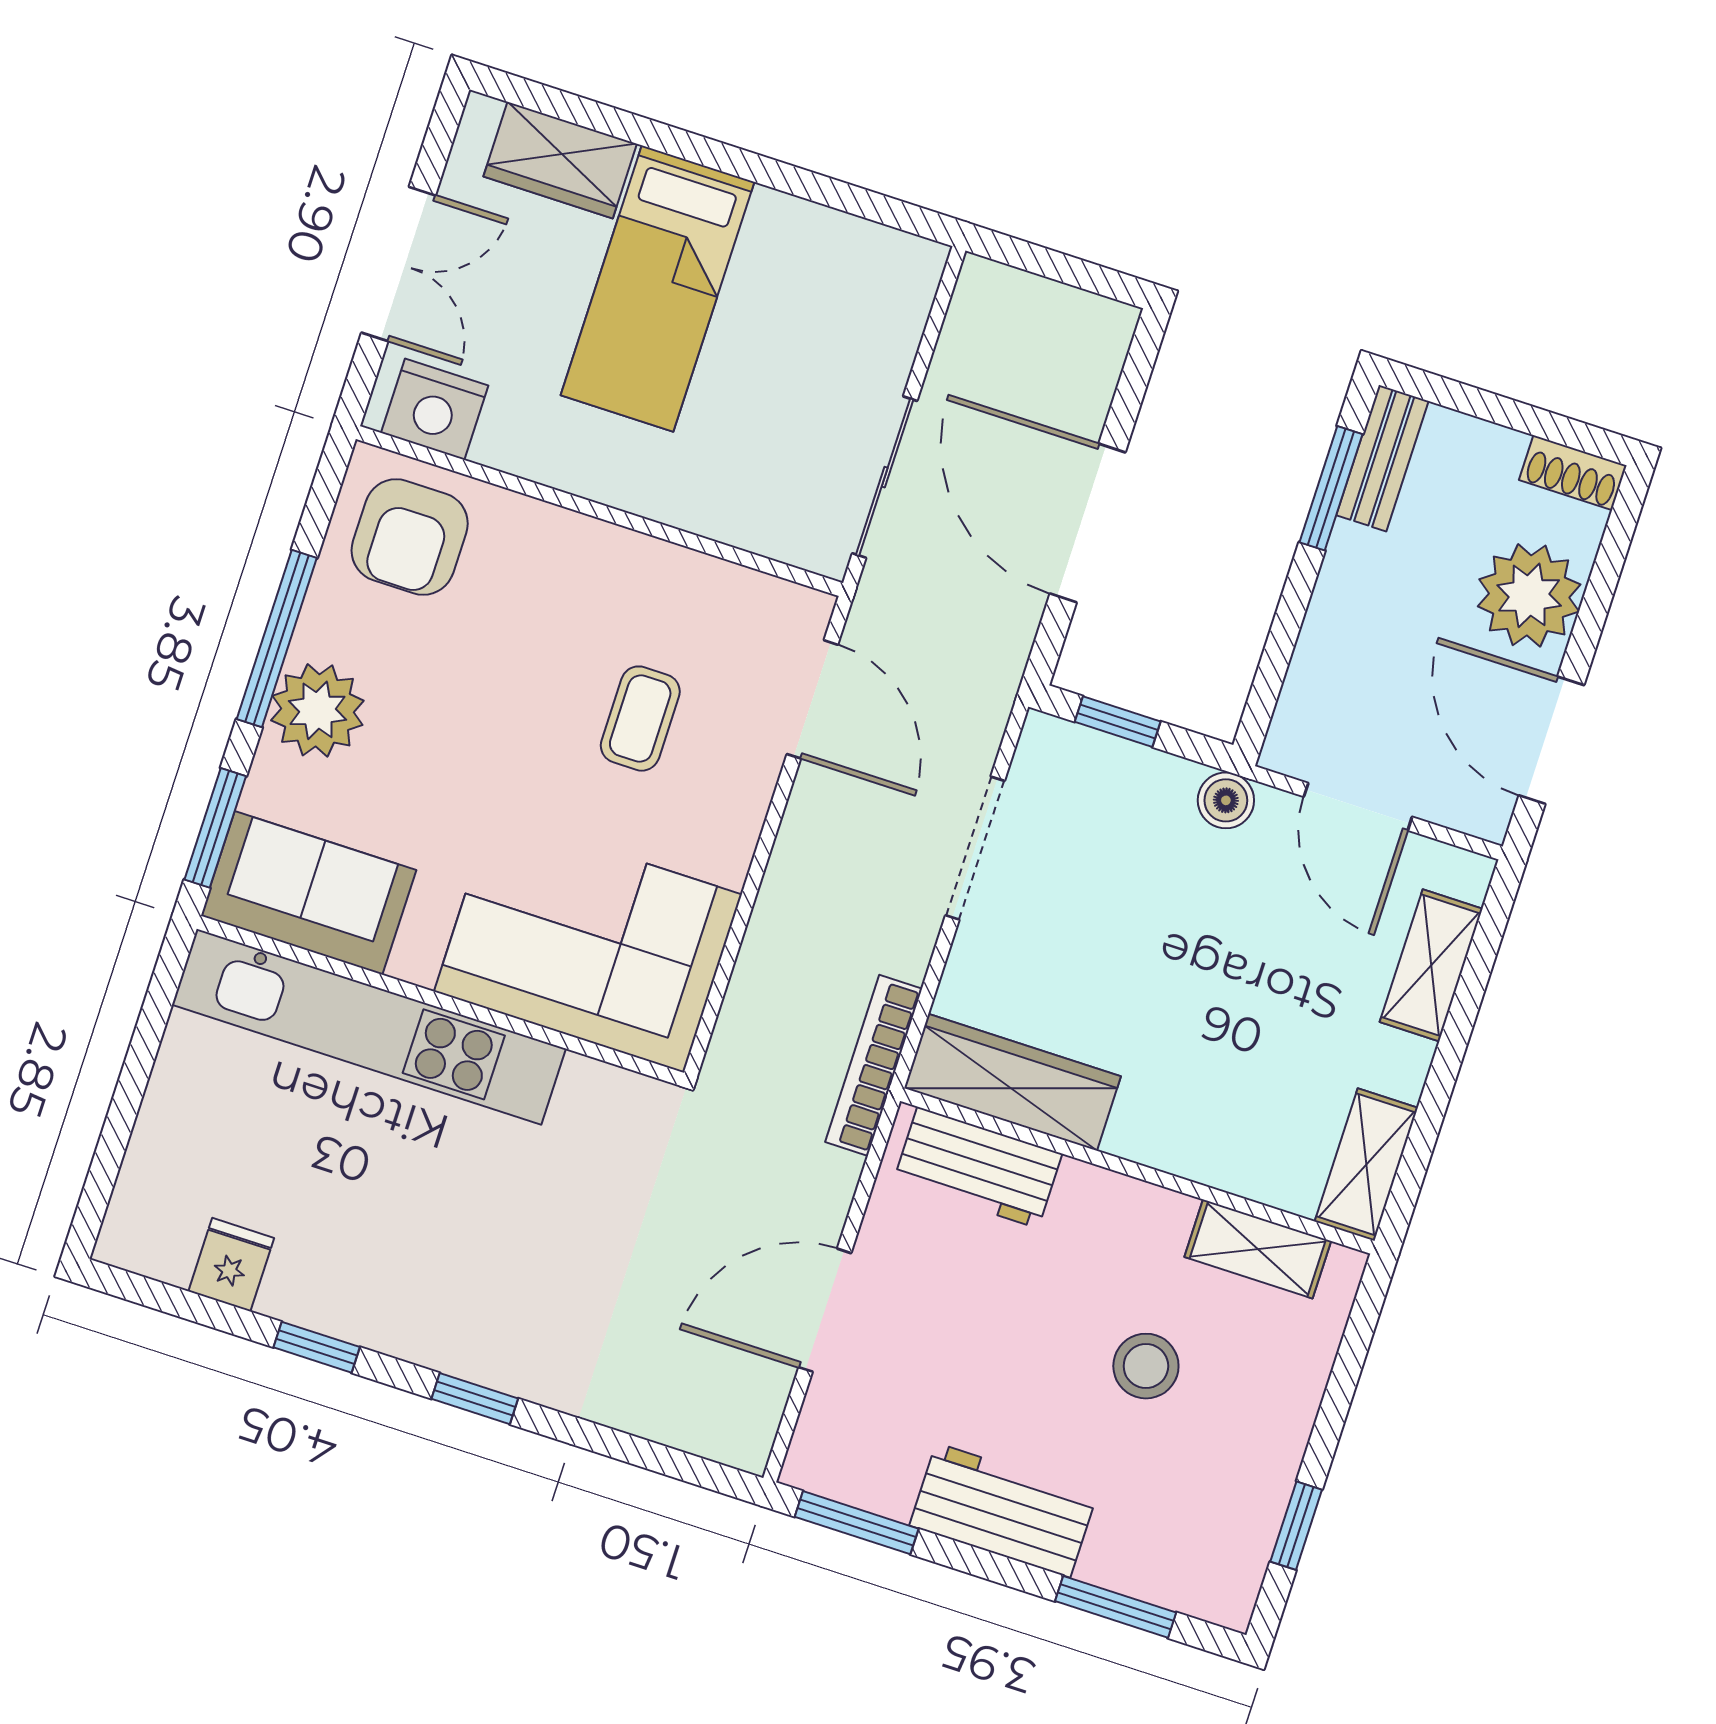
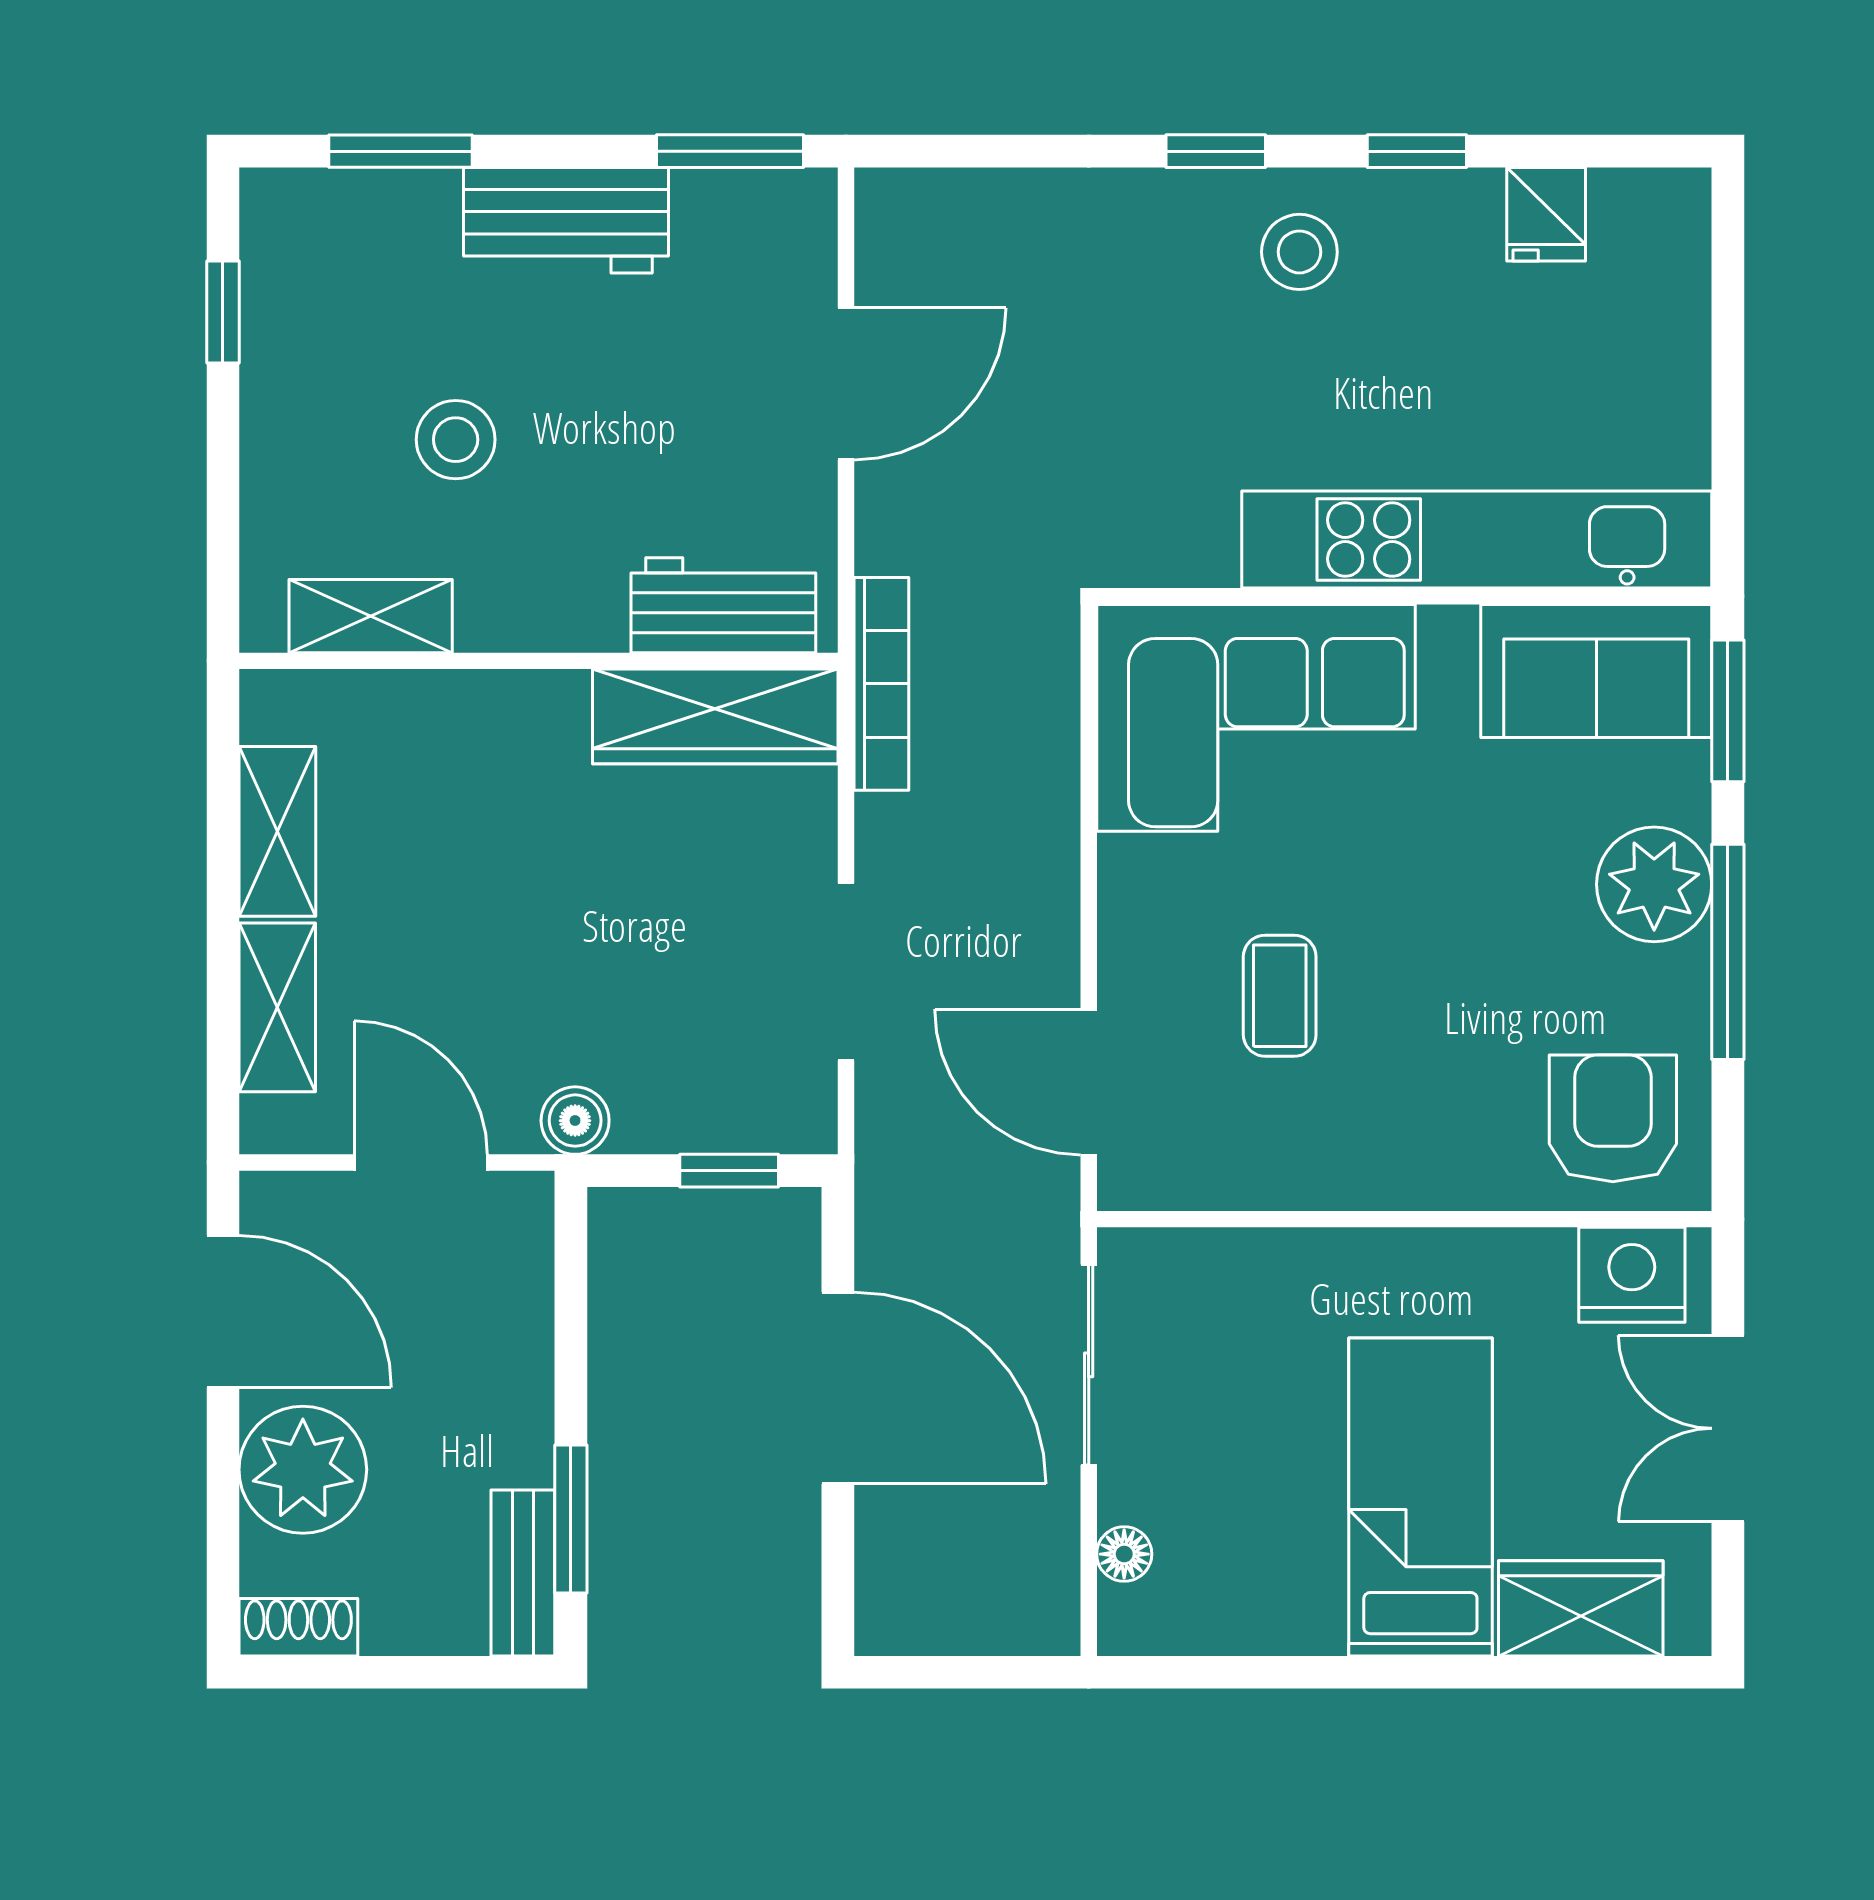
floor lamp: (905, 319) -> (1124, 1554), added
shelving: (1366, 1165) -> (277, 831), moved
stool: (435, 1298) -> (1299, 252), added

